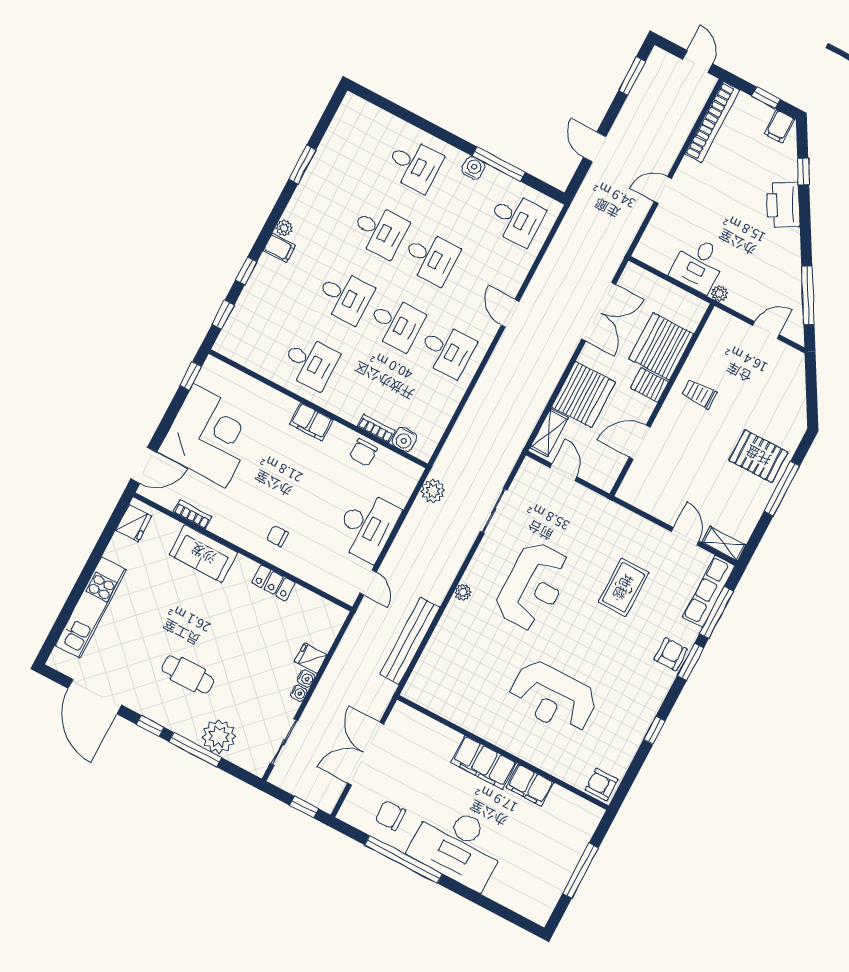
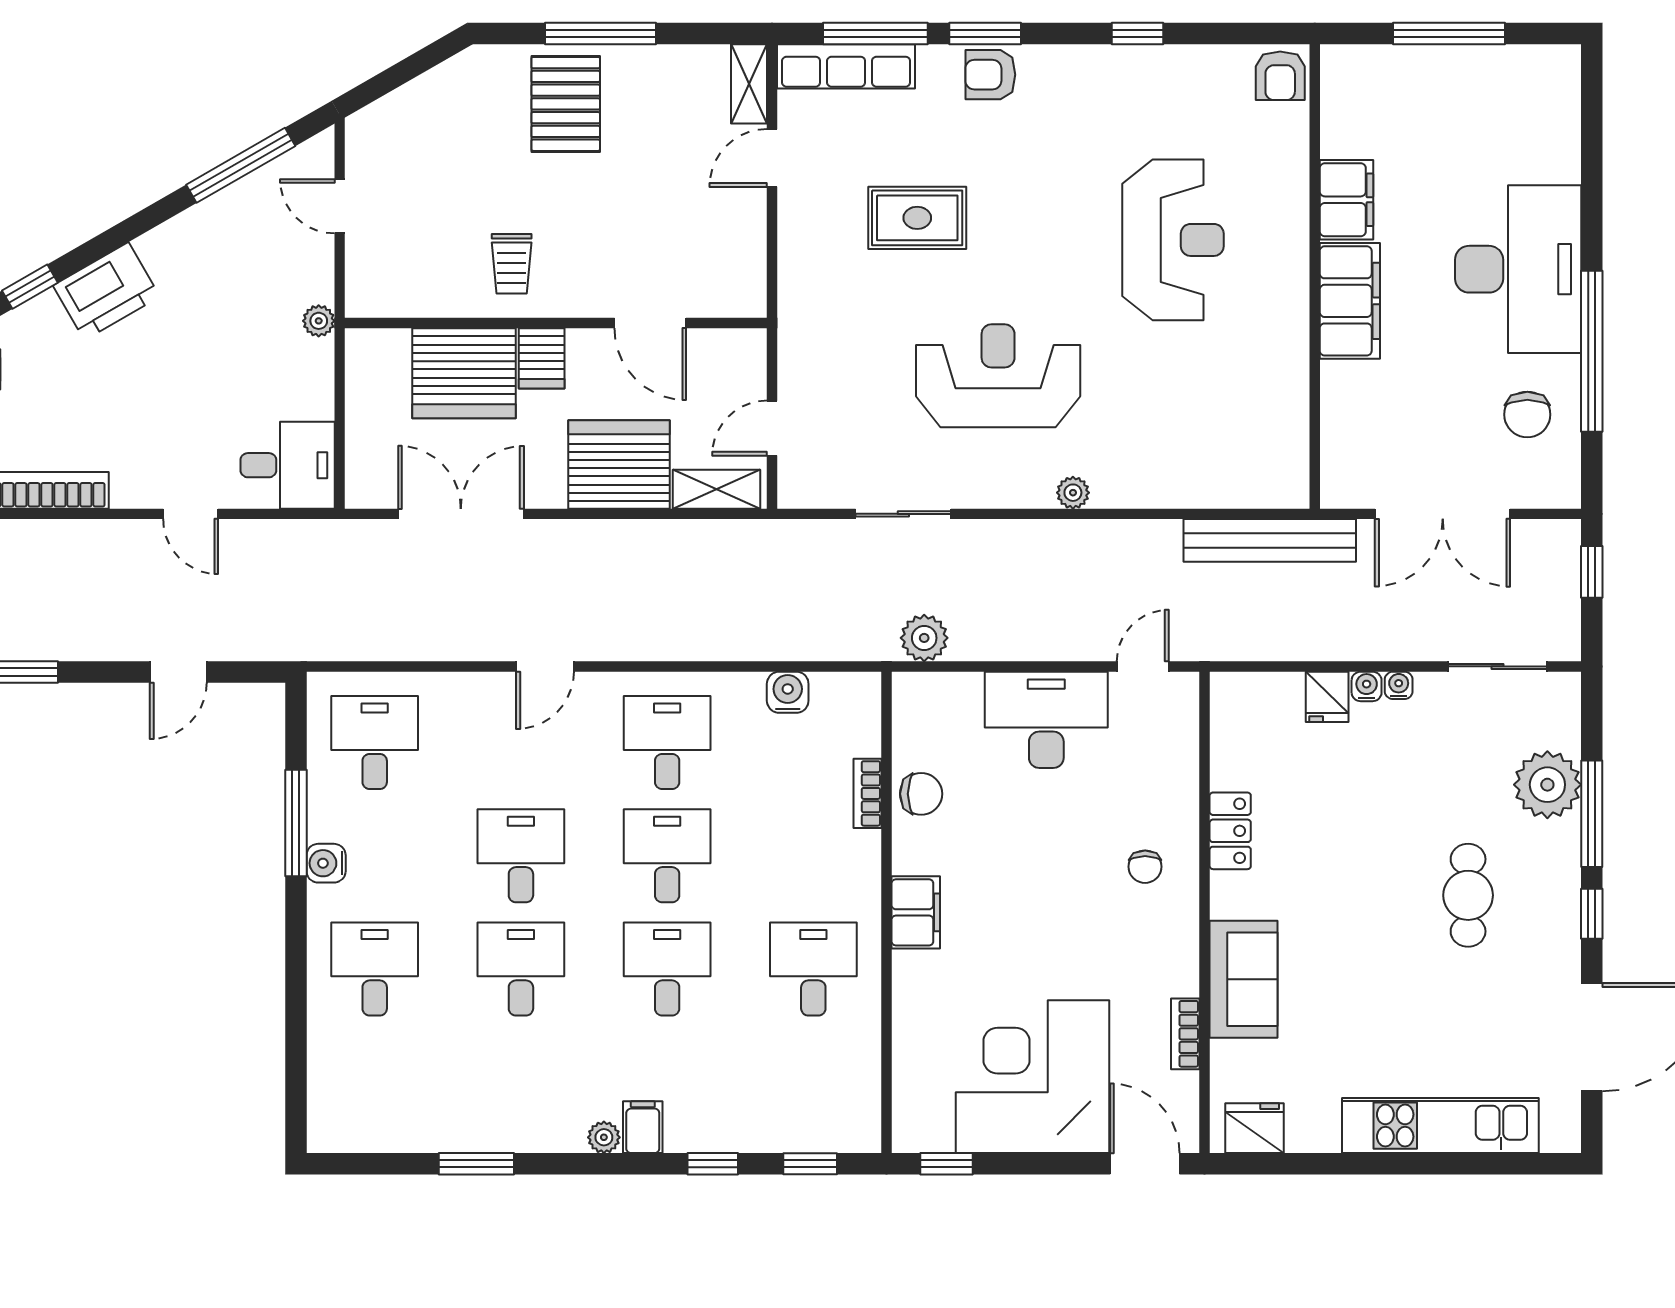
desk: (698, 265) -> (288, 465), moved
water cooler: (404, 439) -> (788, 692), moved, turned -90
bench: (410, 641) -> (1270, 540), moved

